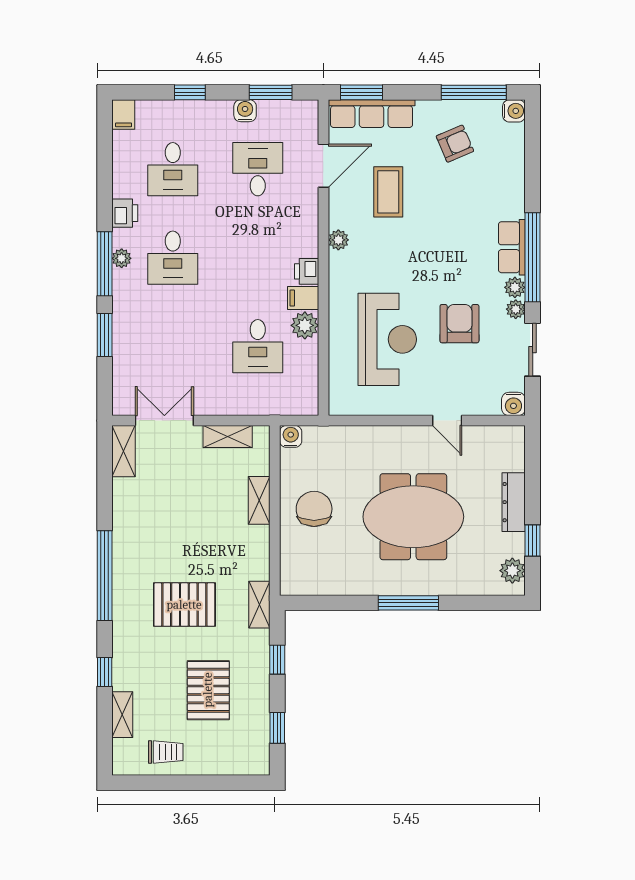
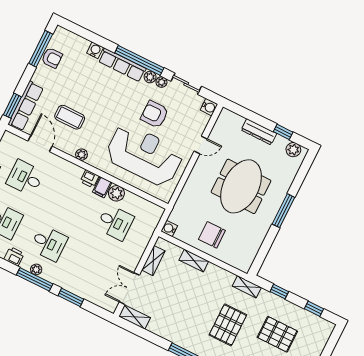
water cooler: (514, 111) -> (95, 50), moved
armchair: (455, 144) -> (52, 58), moved, turned 113
row of seats: (512, 247) -> (122, 65), width x1.48
reception desk: (387, 339) -> (144, 155), width x1.36, depth x1.30

